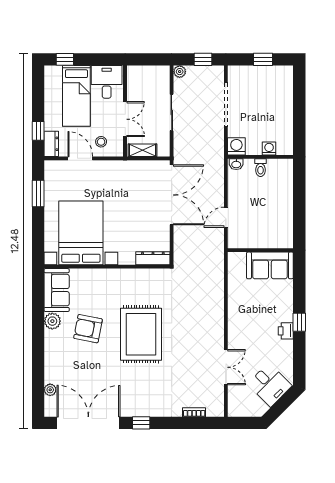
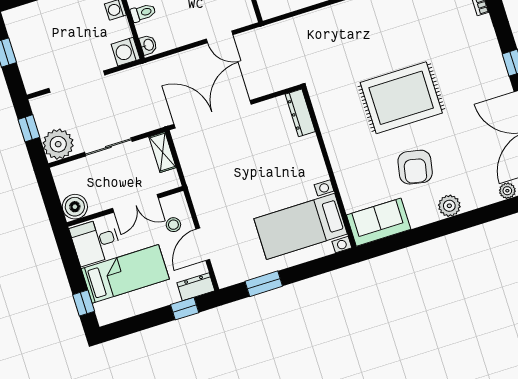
plant: (180, 72) -> (58, 144), width x1.88, depth x1.88
boiler: (136, 75) -> (75, 207), added
double door: (125, 119) -> (135, 203), swing flipped
shelving: (142, 150) -> (162, 152), moved
bed with nightstands: (81, 233) -> (301, 226), width x0.73
plant: (52, 321) -> (449, 206), moved

